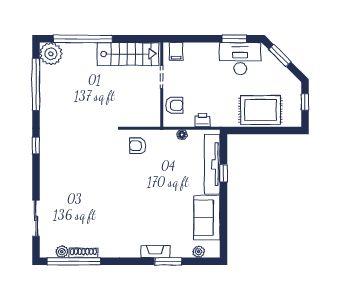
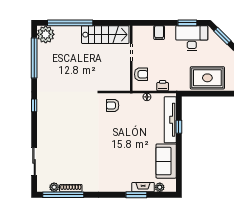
filing cabinet: (176, 51) -> (159, 33), moved
fireplace: (155, 252) -> (143, 187), moved

